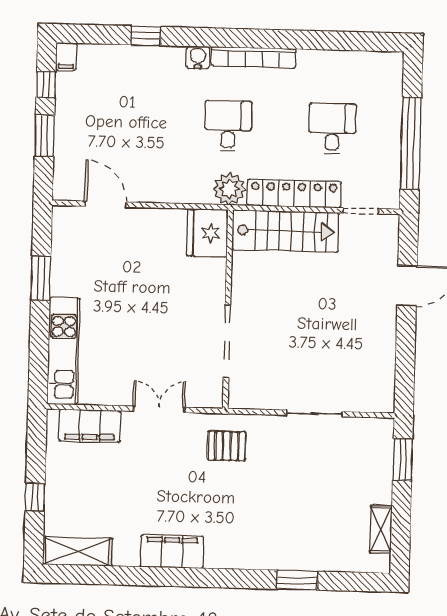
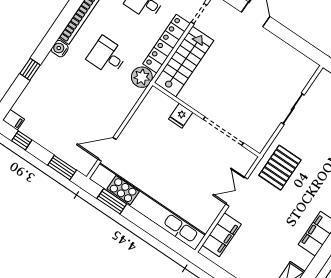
window: (45, 136) -> (62, 168), moved
fridge: (207, 233) -> (181, 116), moved, width x0.53, depth x0.75
window: (41, 278) -> (112, 201), moved
kitchen unit: (63, 351) -> (147, 207), width x1.86
pallet: (227, 446) -> (280, 168), width x1.50, depth x1.42

